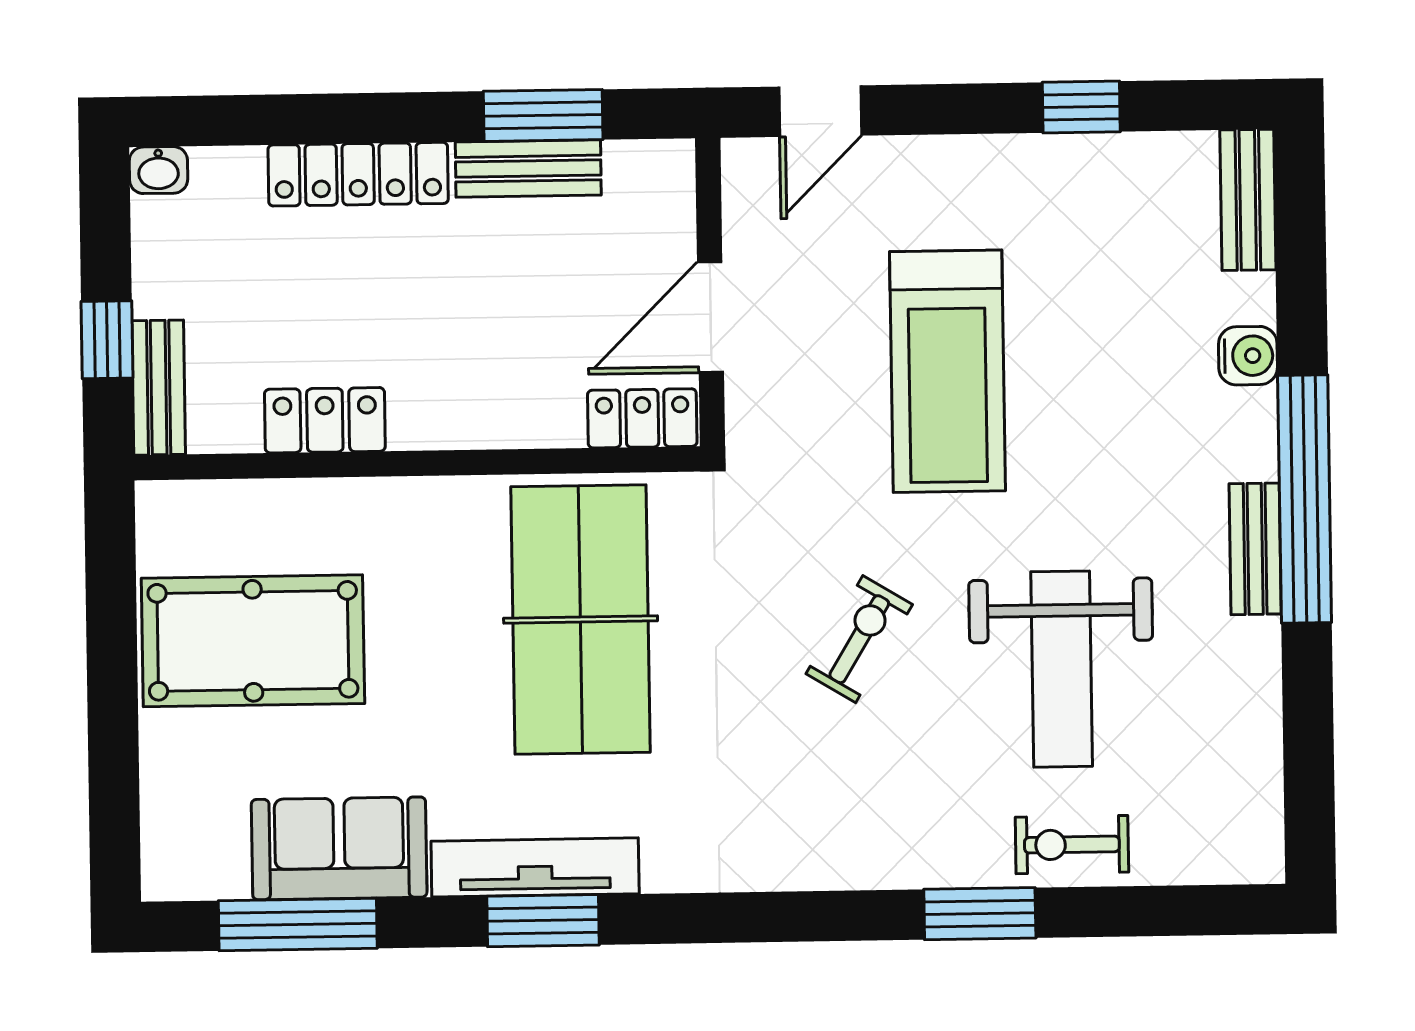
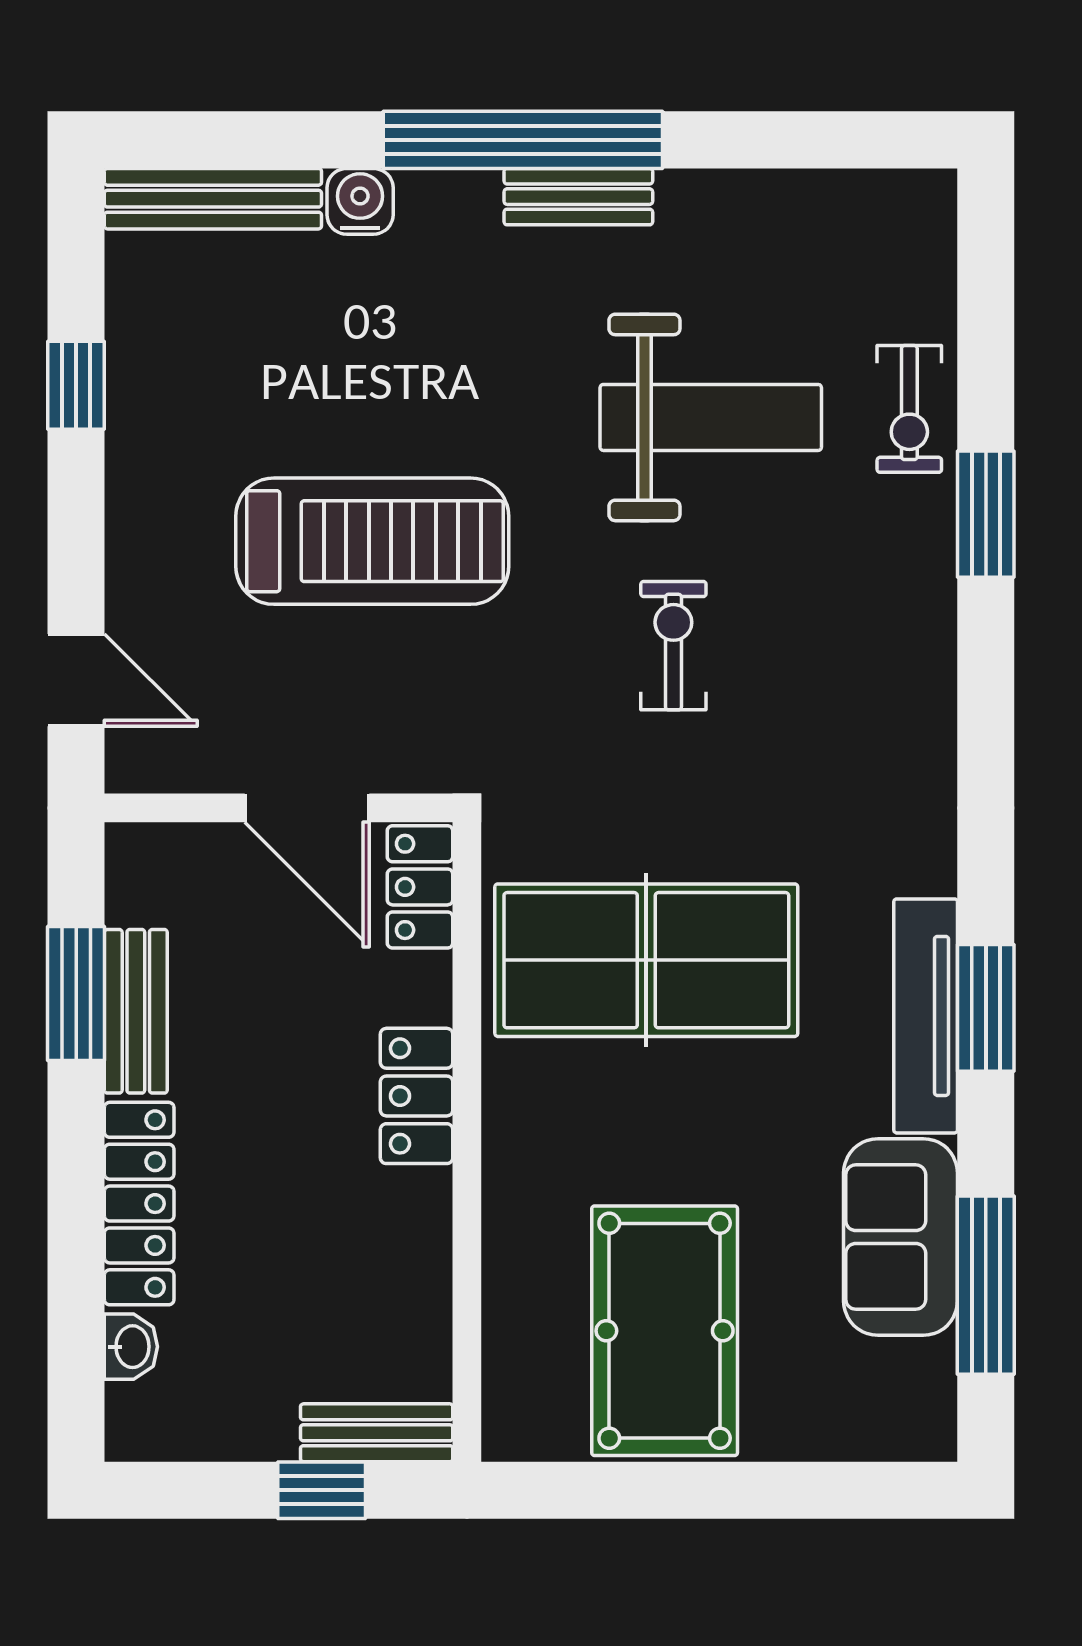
washbasin: (158, 170) -> (131, 1347), moved
bench: (1248, 200) -> (213, 199), width x1.36
locker: (325, 420) -> (417, 1096), moved
exercise bike: (859, 639) -> (673, 646), turned 59

